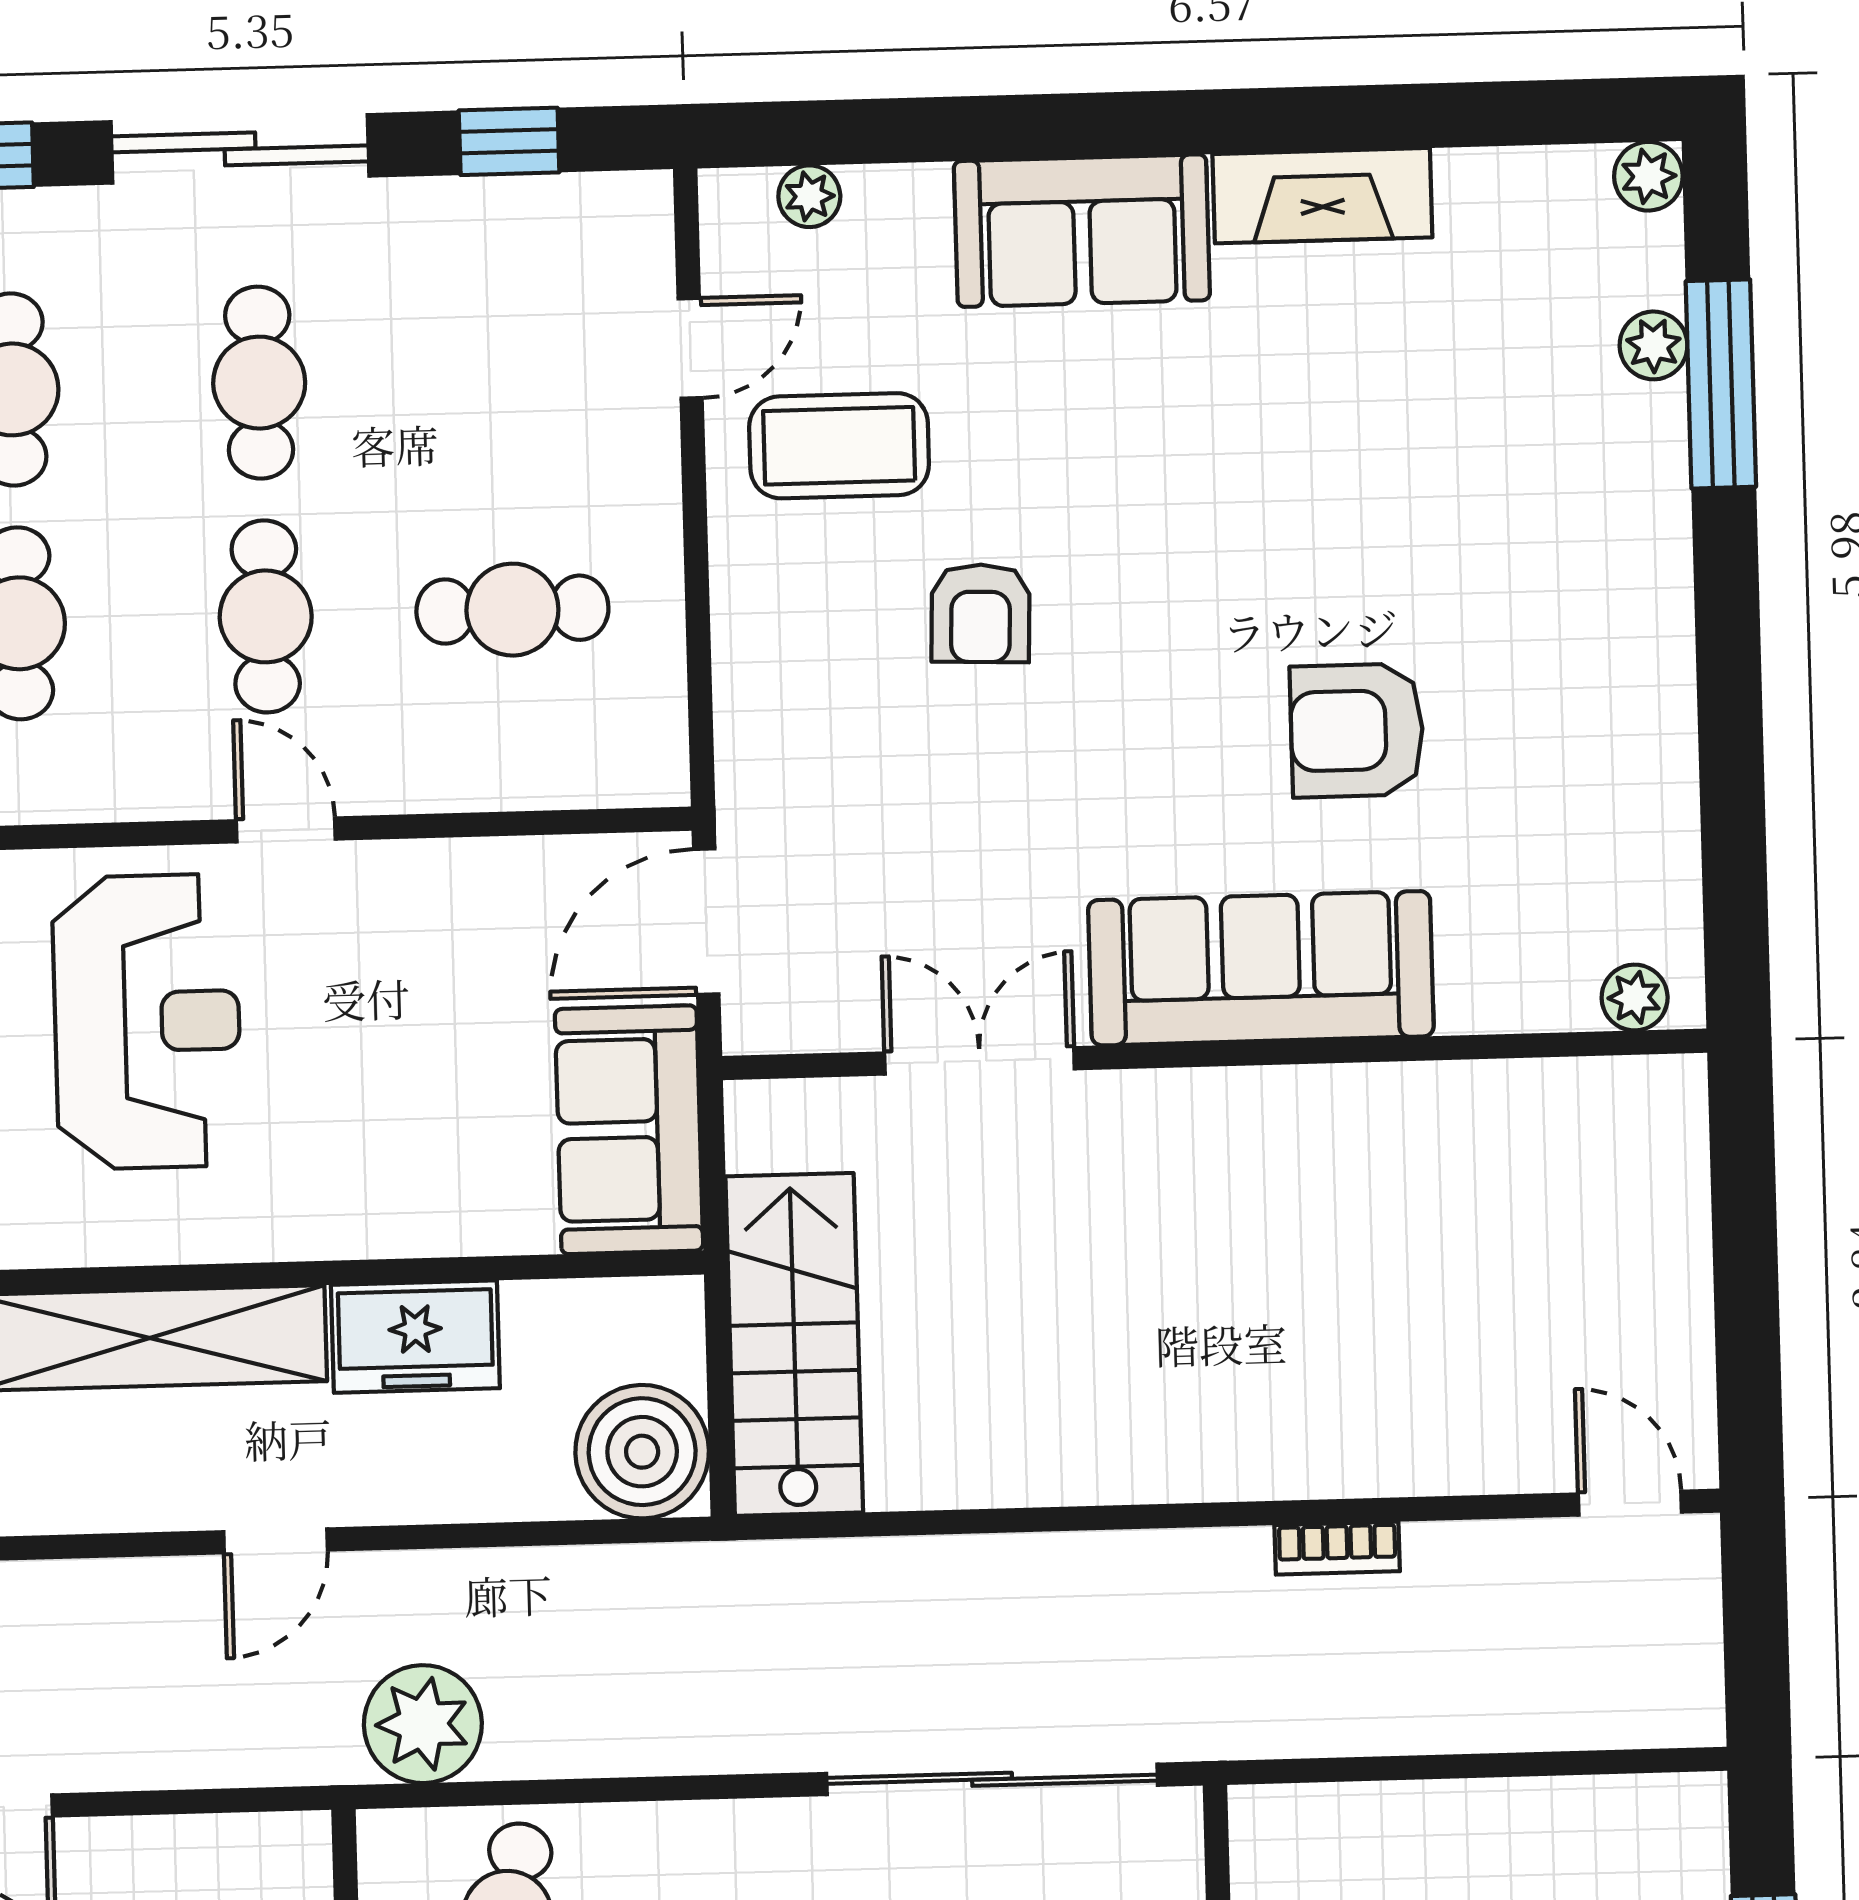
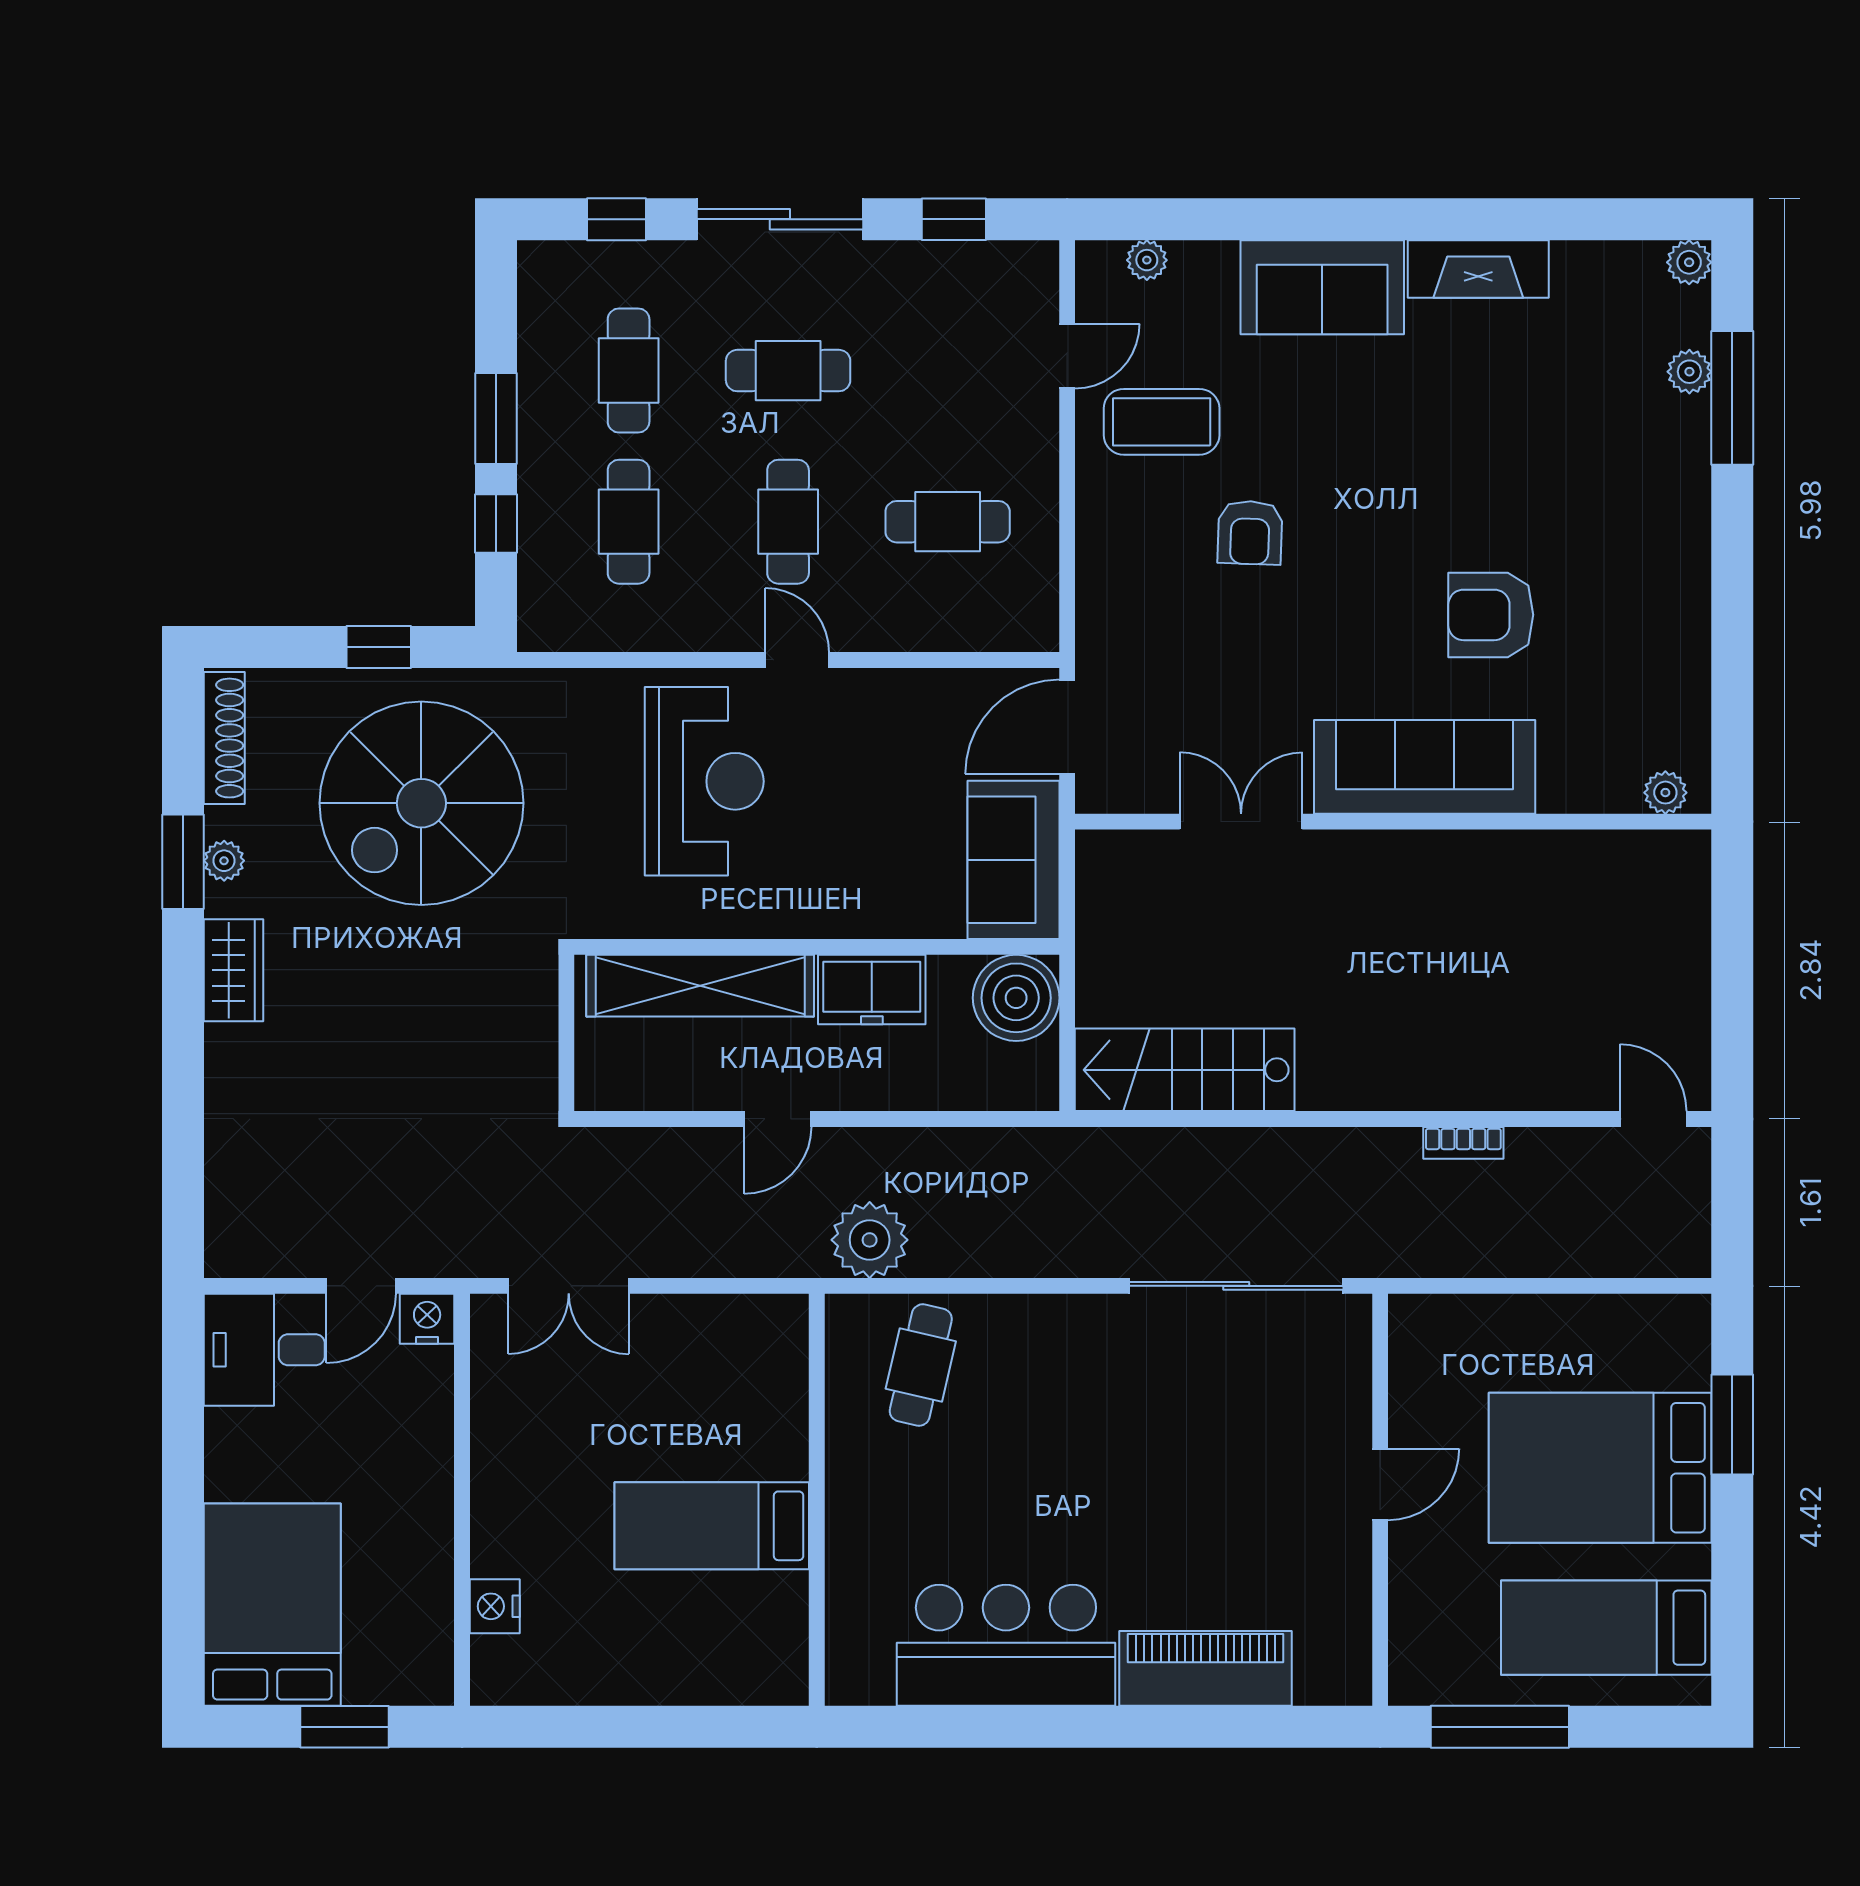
cafe table: (259, 383) -> (788, 371), turned 90
stairs: (794, 1344) -> (1185, 1070), moved, turned -90
boiler: (642, 1452) -> (1016, 998), moved

